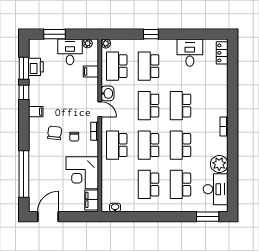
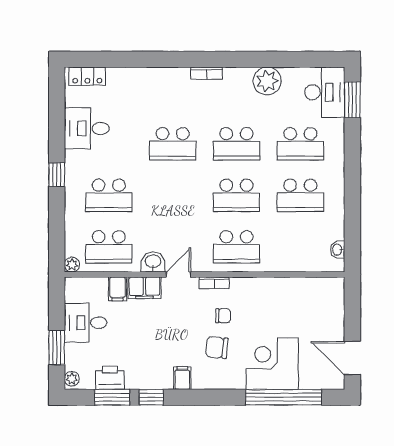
window: (151, 34) -> (57, 175), moved
plant: (88, 43) -> (72, 379), moved
school desk: (149, 106) -> (173, 195), removed
corner desk: (82, 173) -> (272, 364), moved, turned 180
desk: (216, 189) -> (325, 92), moved, turned 90
filing cabinet: (92, 200) -> (144, 288), moved

